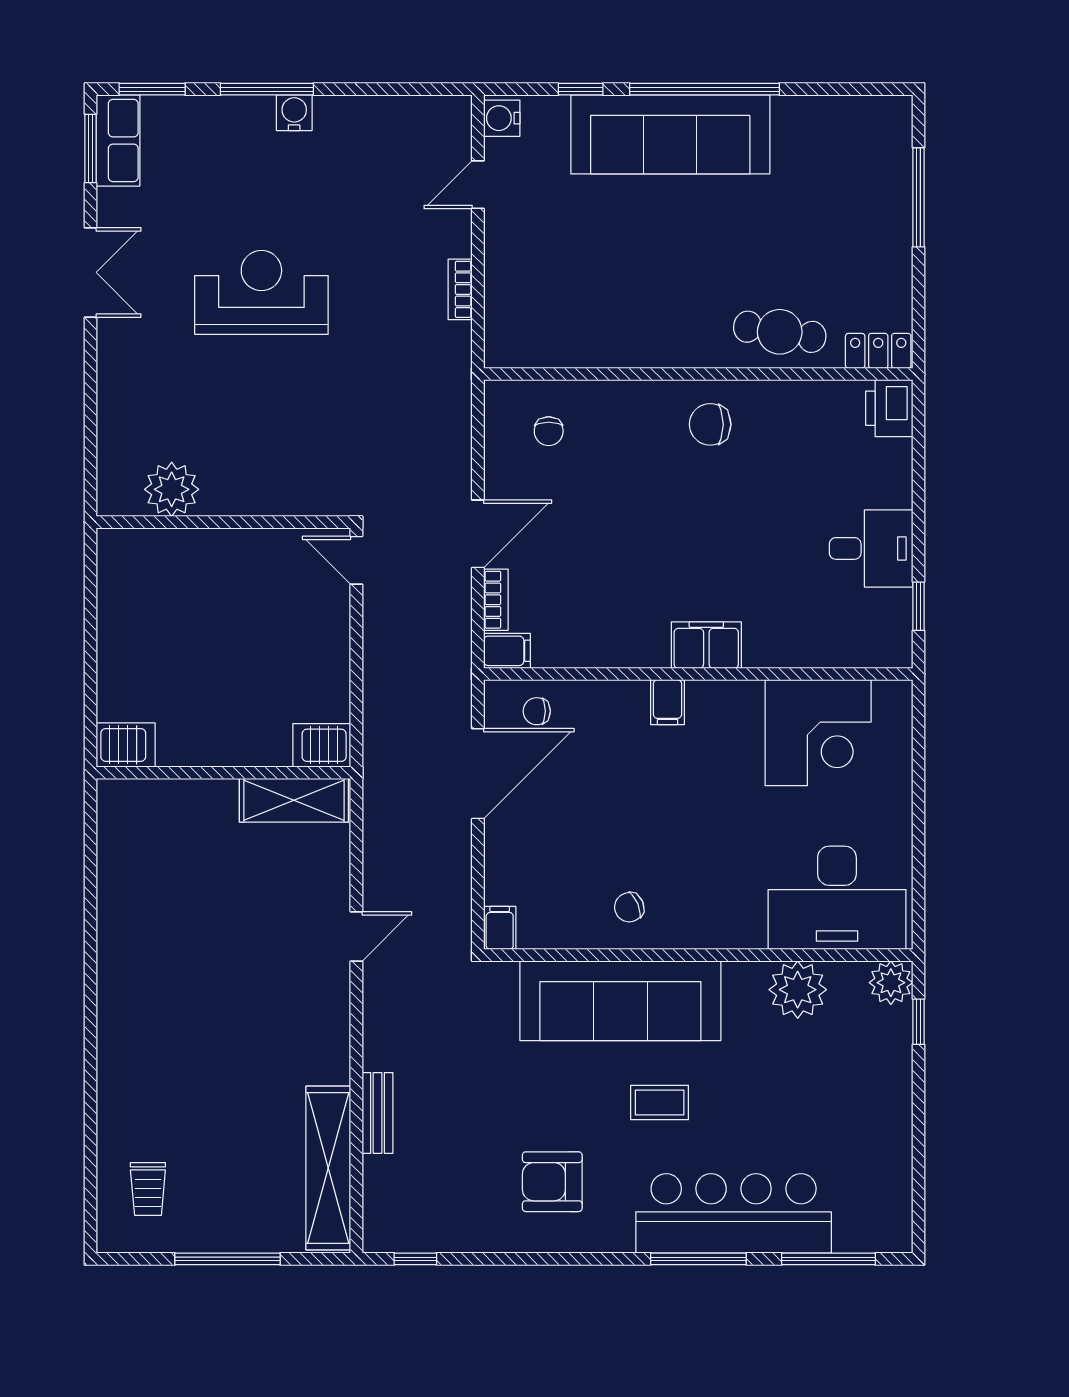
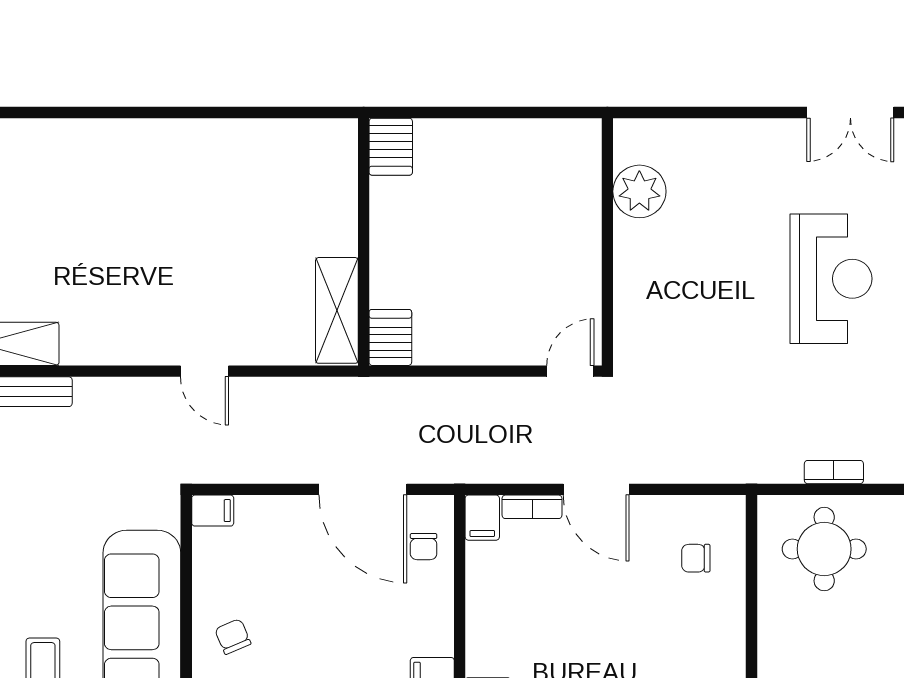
round table: (539, 299) -> (824, 549), added
chair: (537, 711) -> (424, 547), turned 180

